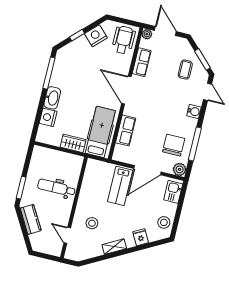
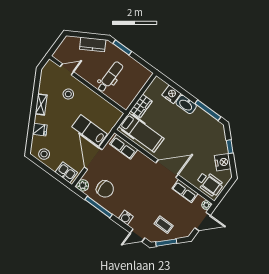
row of seats: (126, 130) -> (124, 147), moved

